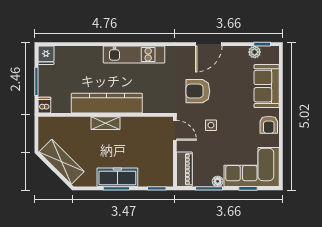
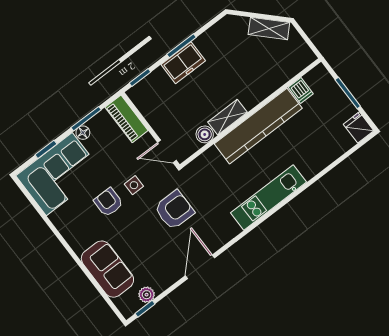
dishwasher: (44, 105) -> (301, 90), moved
shelving: (105, 123) -> (228, 117), moved
boiler: (144, 123) -> (205, 134), added
armchair: (269, 125) -> (108, 202), moved
shelving: (62, 162) -> (269, 28), width x0.67, depth x0.75
freezer: (117, 177) -> (183, 63), width x0.71

